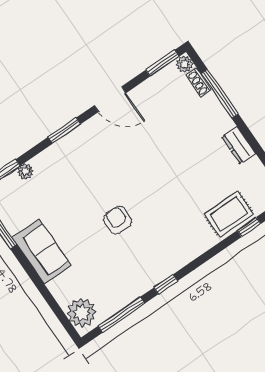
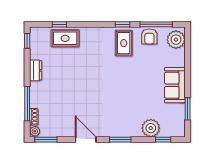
plant: (25, 172) -> (151, 128), width x1.87, depth x1.87
armchair: (118, 220) -> (149, 36), moved
rug: (147, 261) -> (124, 43), added

